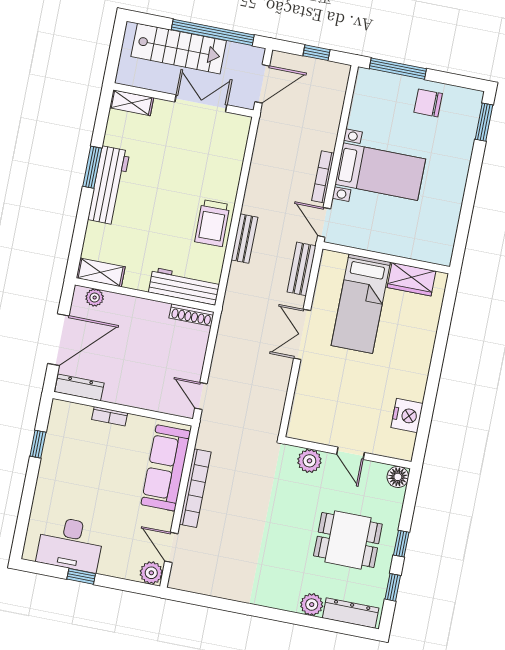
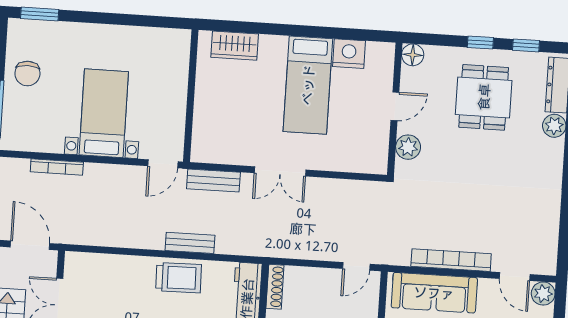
bookcase: (323, 177) -> (57, 167), moved
wardrobe: (412, 279) -> (235, 46), moved, turned 90
bed: (361, 304) -> (308, 85), moved, turned 90
door: (171, 547) -> (515, 277), hinge flipped

